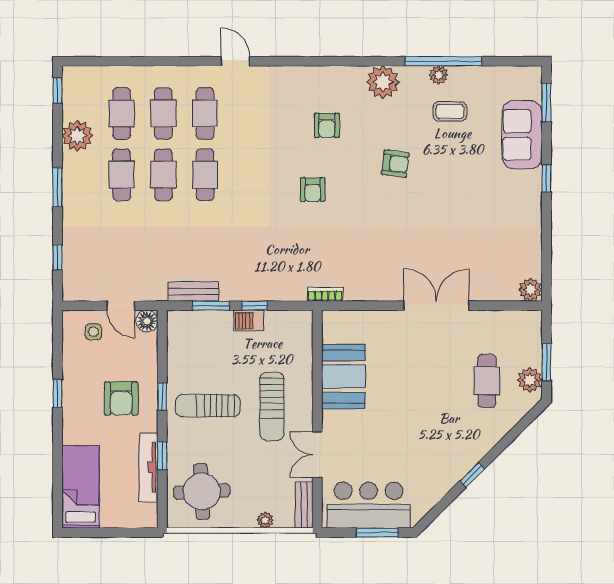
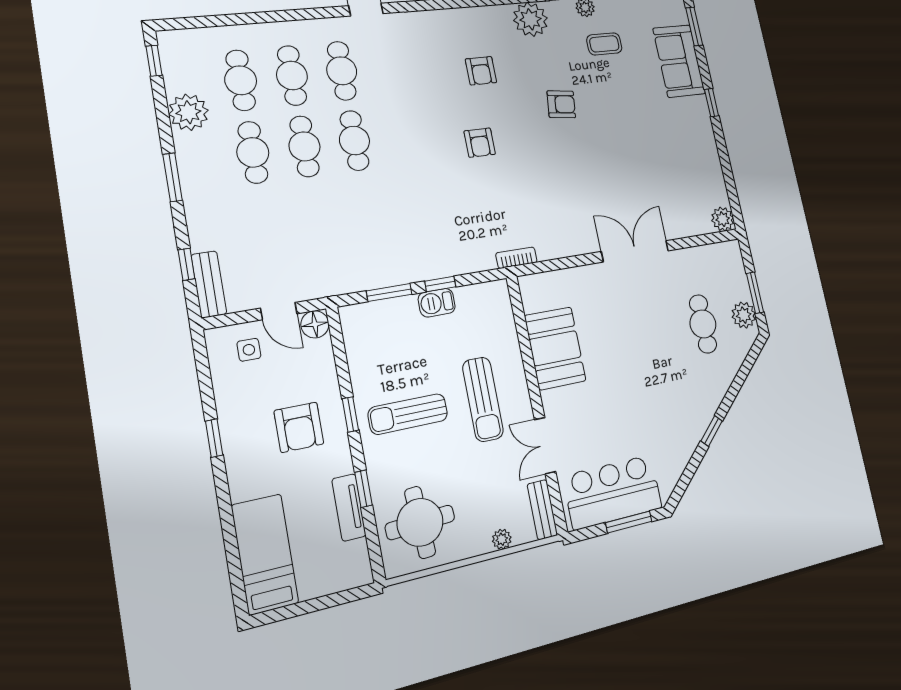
bench: (193, 292) -> (209, 284), moved, turned 90
tv unit: (149, 467) -> (349, 507), width x0.71

